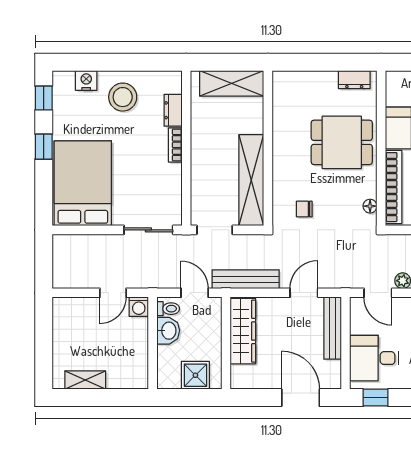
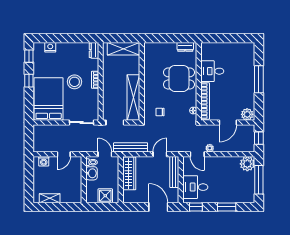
stool: (123, 97) -> (74, 82), moved
dresser: (173, 110) -> (94, 50), moved
washing machine: (139, 307) -> (44, 161), moved

